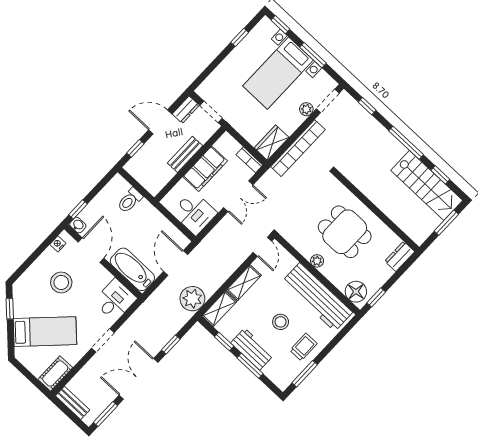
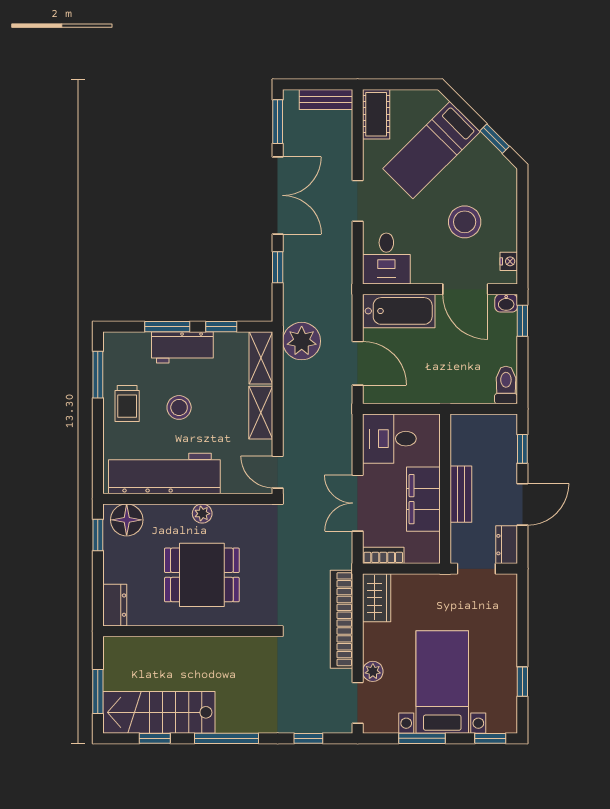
toilet: (130, 200) -> (506, 385), moved

